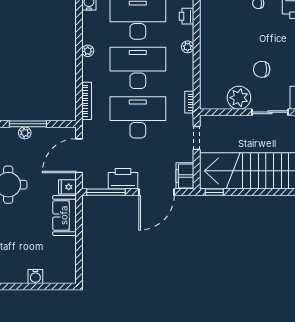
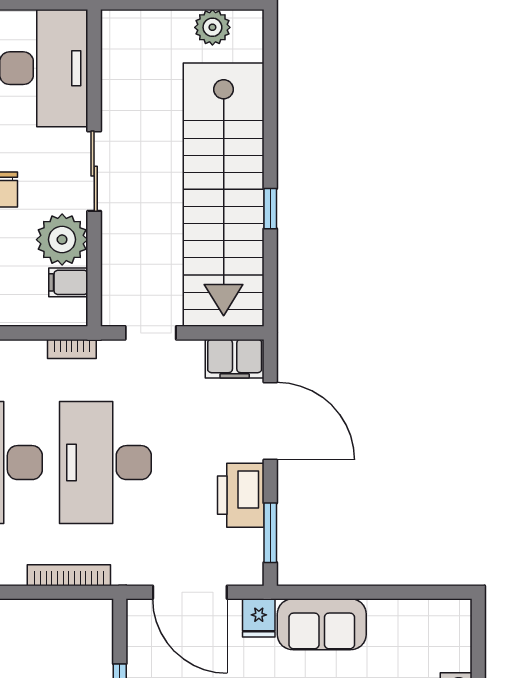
filing cabinet: (220, 101) -> (68, 282), added
window: (106, 192) -> (270, 533), width x0.69
window: (214, 192) -> (270, 209), moved

